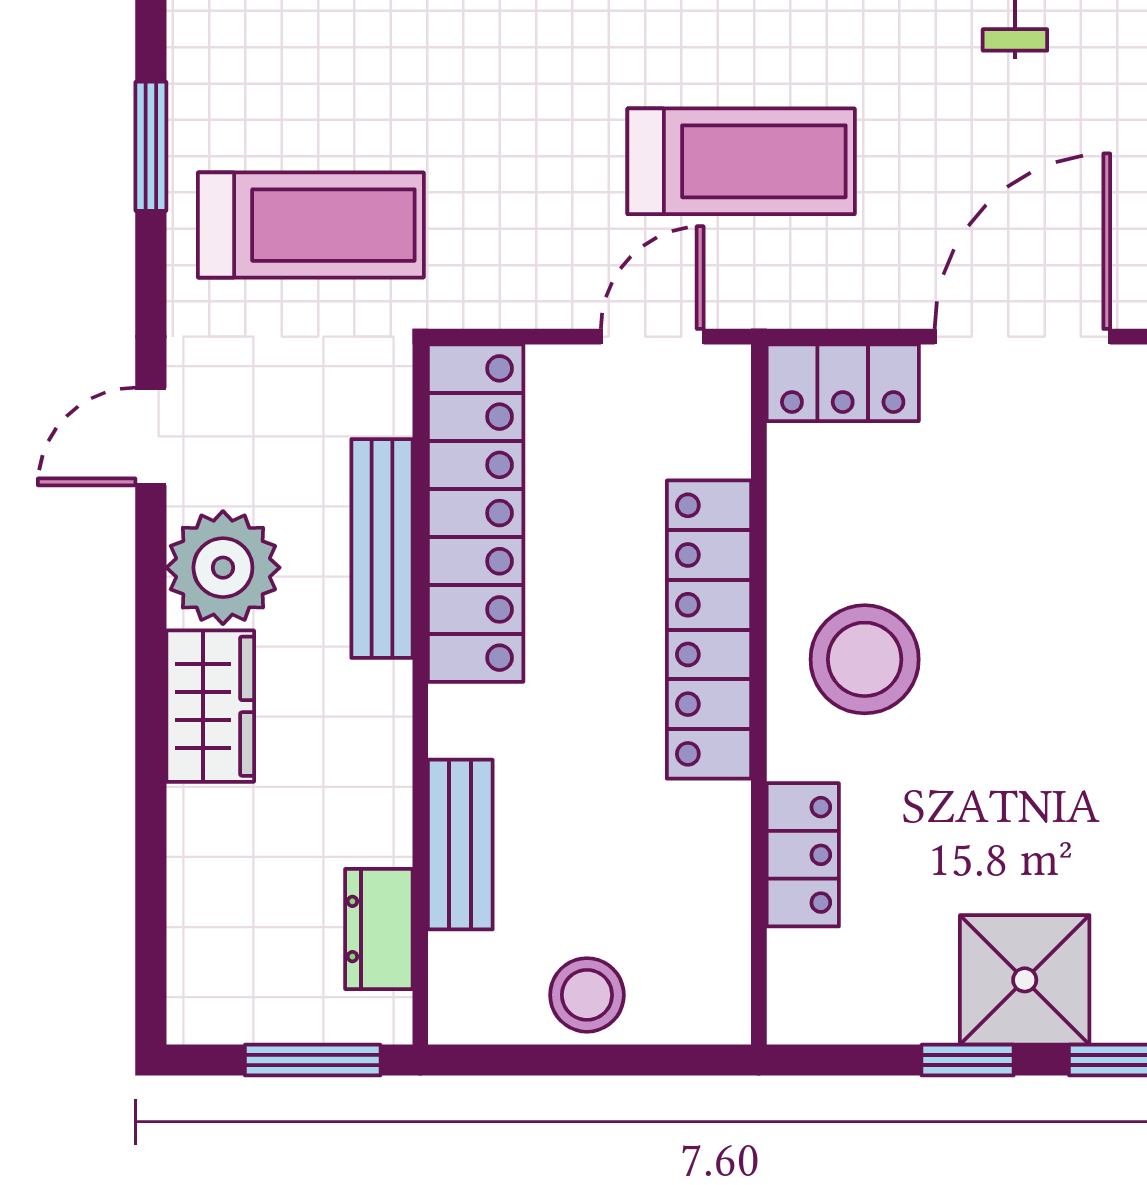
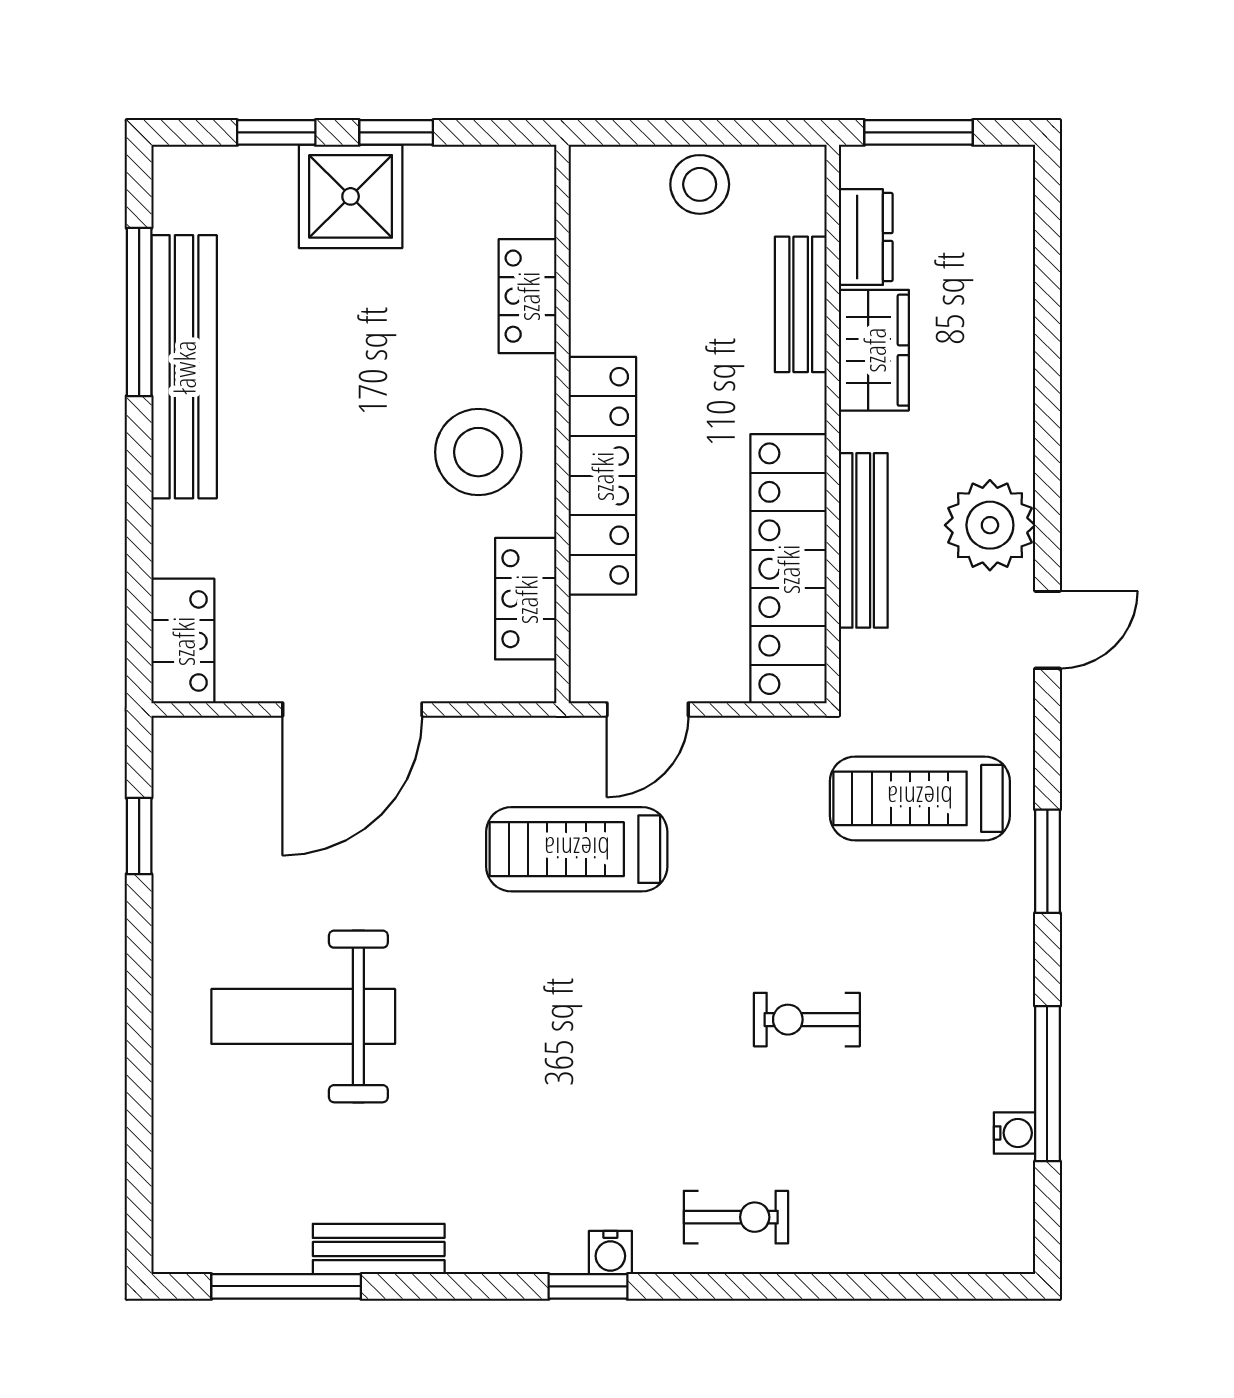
locker: (843, 383) -> (526, 599), moved, turned -90
wardrobe: (210, 706) -> (874, 350), moved, turned 180

